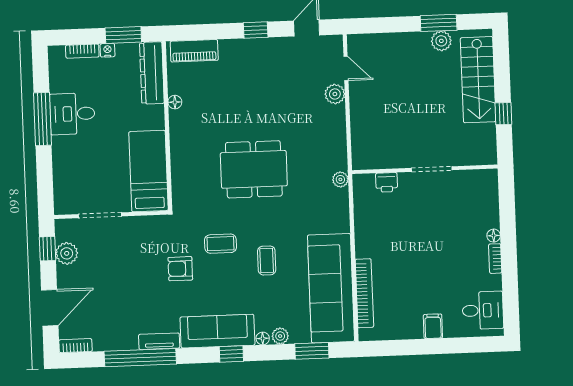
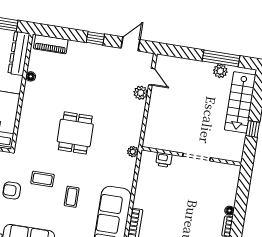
window: (439, 23) -> (221, 58), width x1.44
dining table: (254, 169) -> (75, 133), width x0.73

